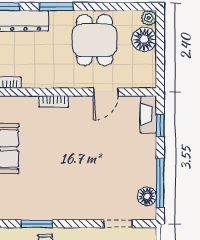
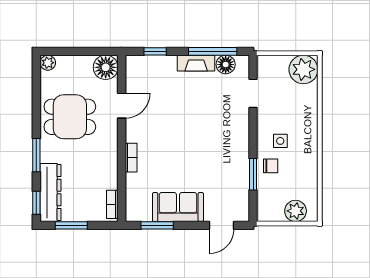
floor lamp: (144, 39) -> (106, 67), moved
door: (106, 92) -> (122, 106), hinge flipped
fireplace: (148, 114) -> (196, 63), moved

